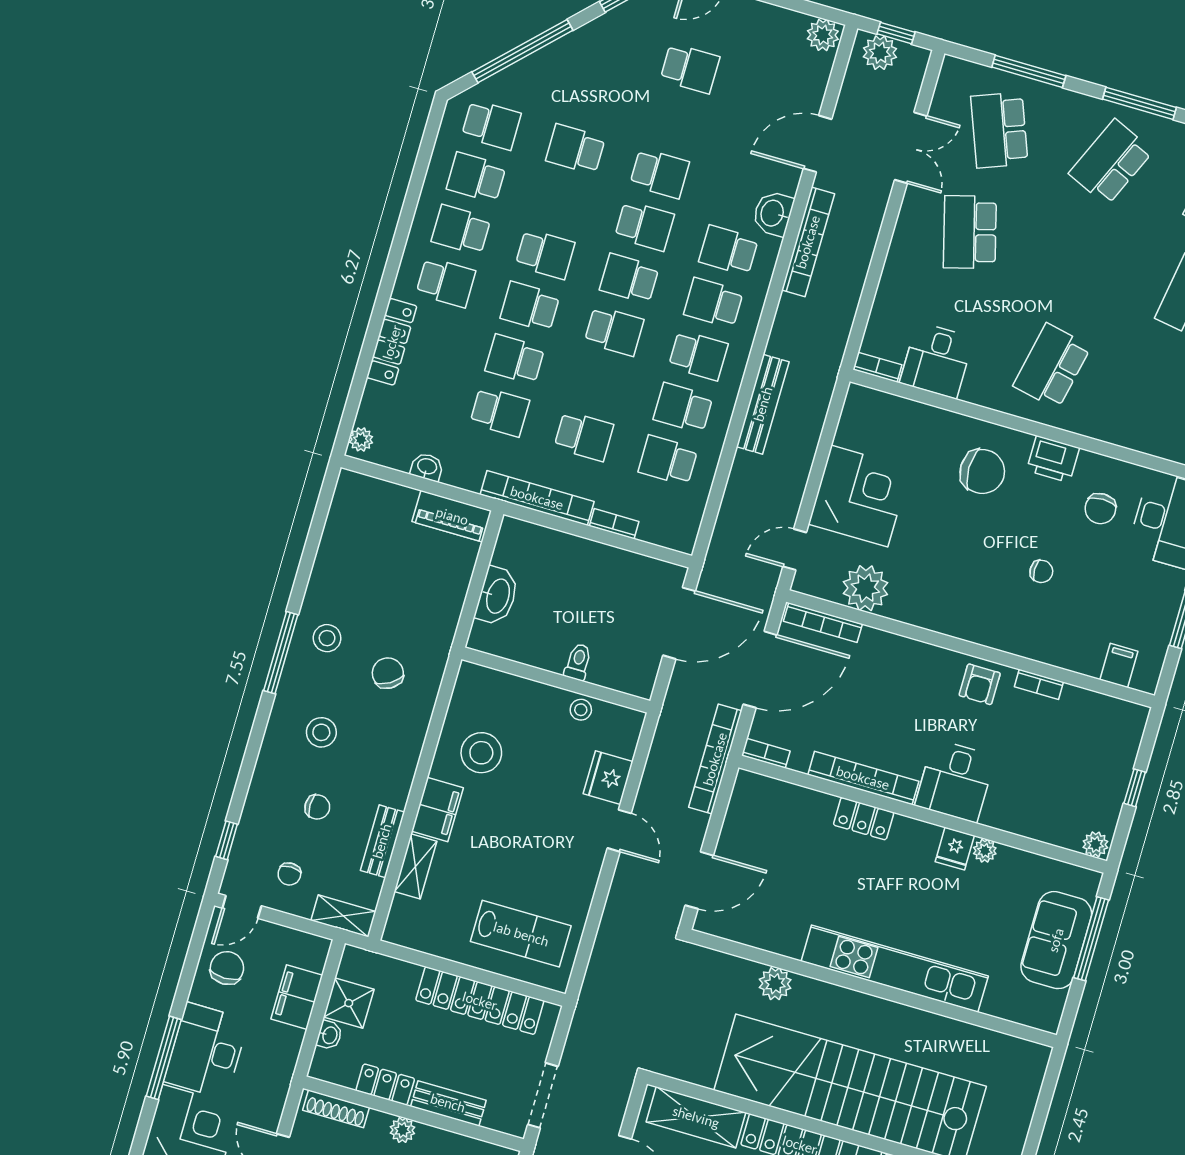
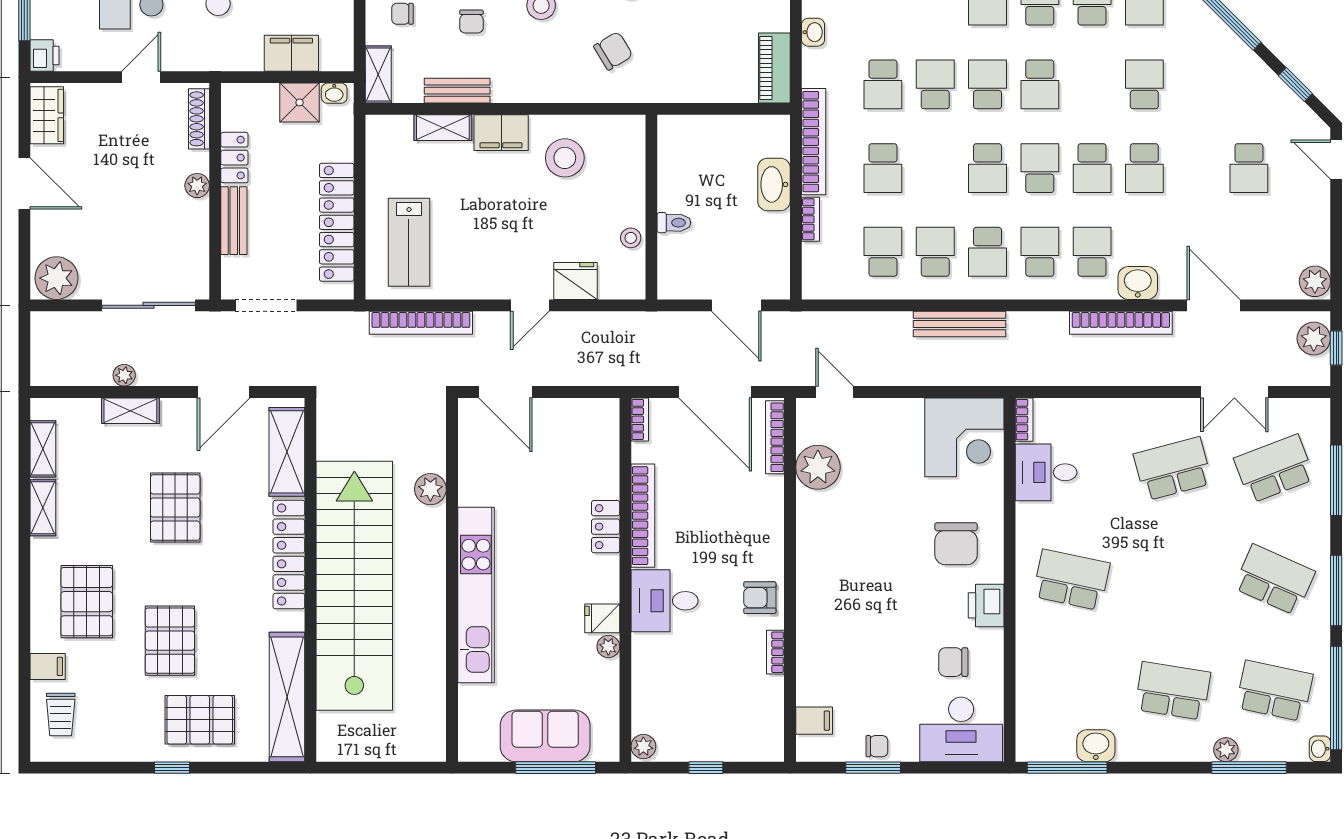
corner desk: (859, 496) -> (964, 437), moved
chair: (1041, 571) -> (877, 746), moved, turned -90
washbasin: (497, 596) -> (774, 184), moved, turned 90
door: (679, 623) -> (736, 305), width x0.73
bookcase: (715, 759) -> (421, 323), moved, turned 180
washbasin: (329, 1035) -> (334, 93), moved

